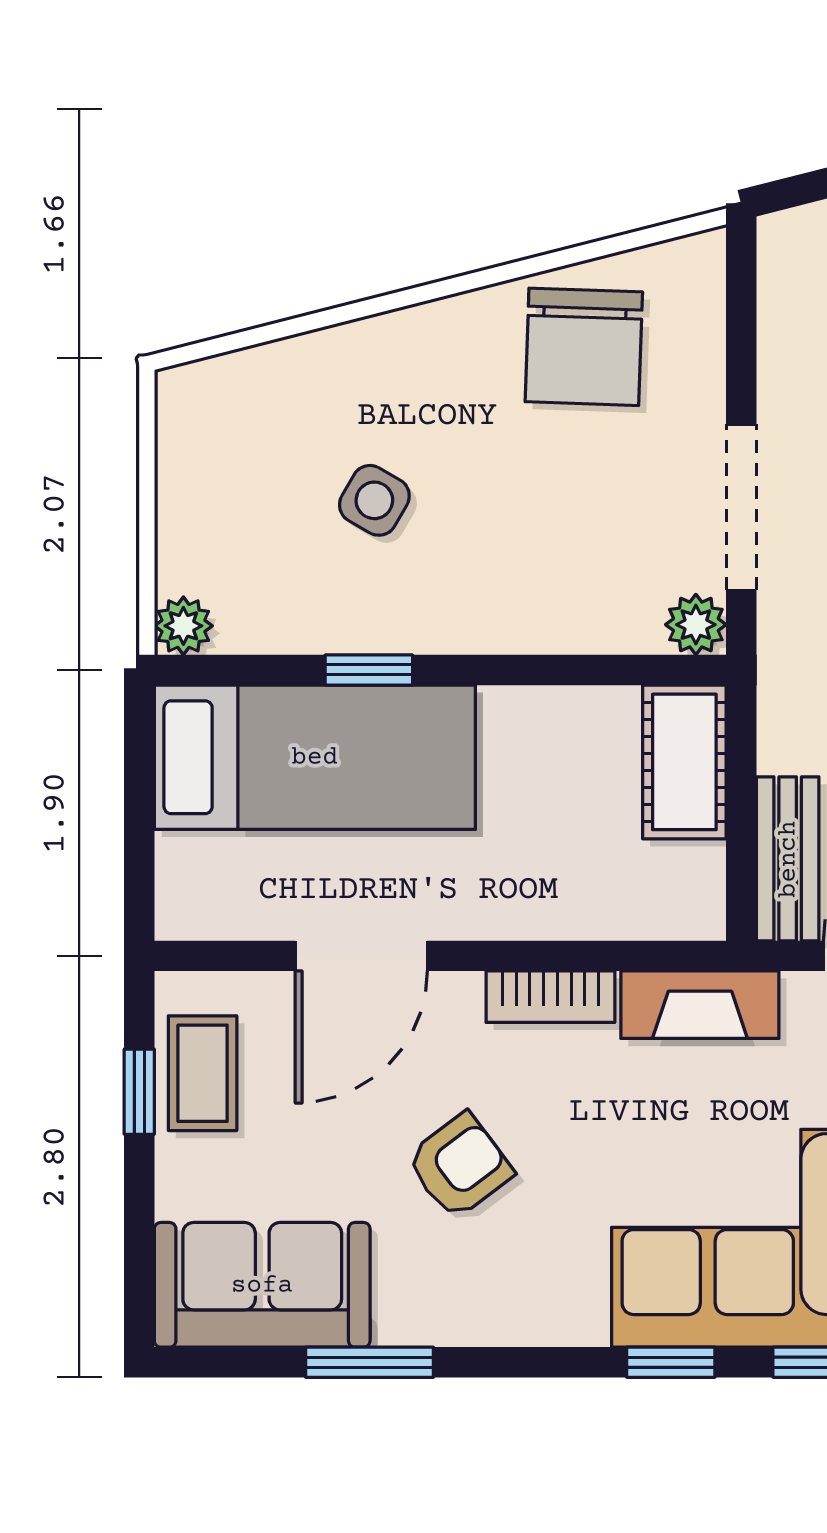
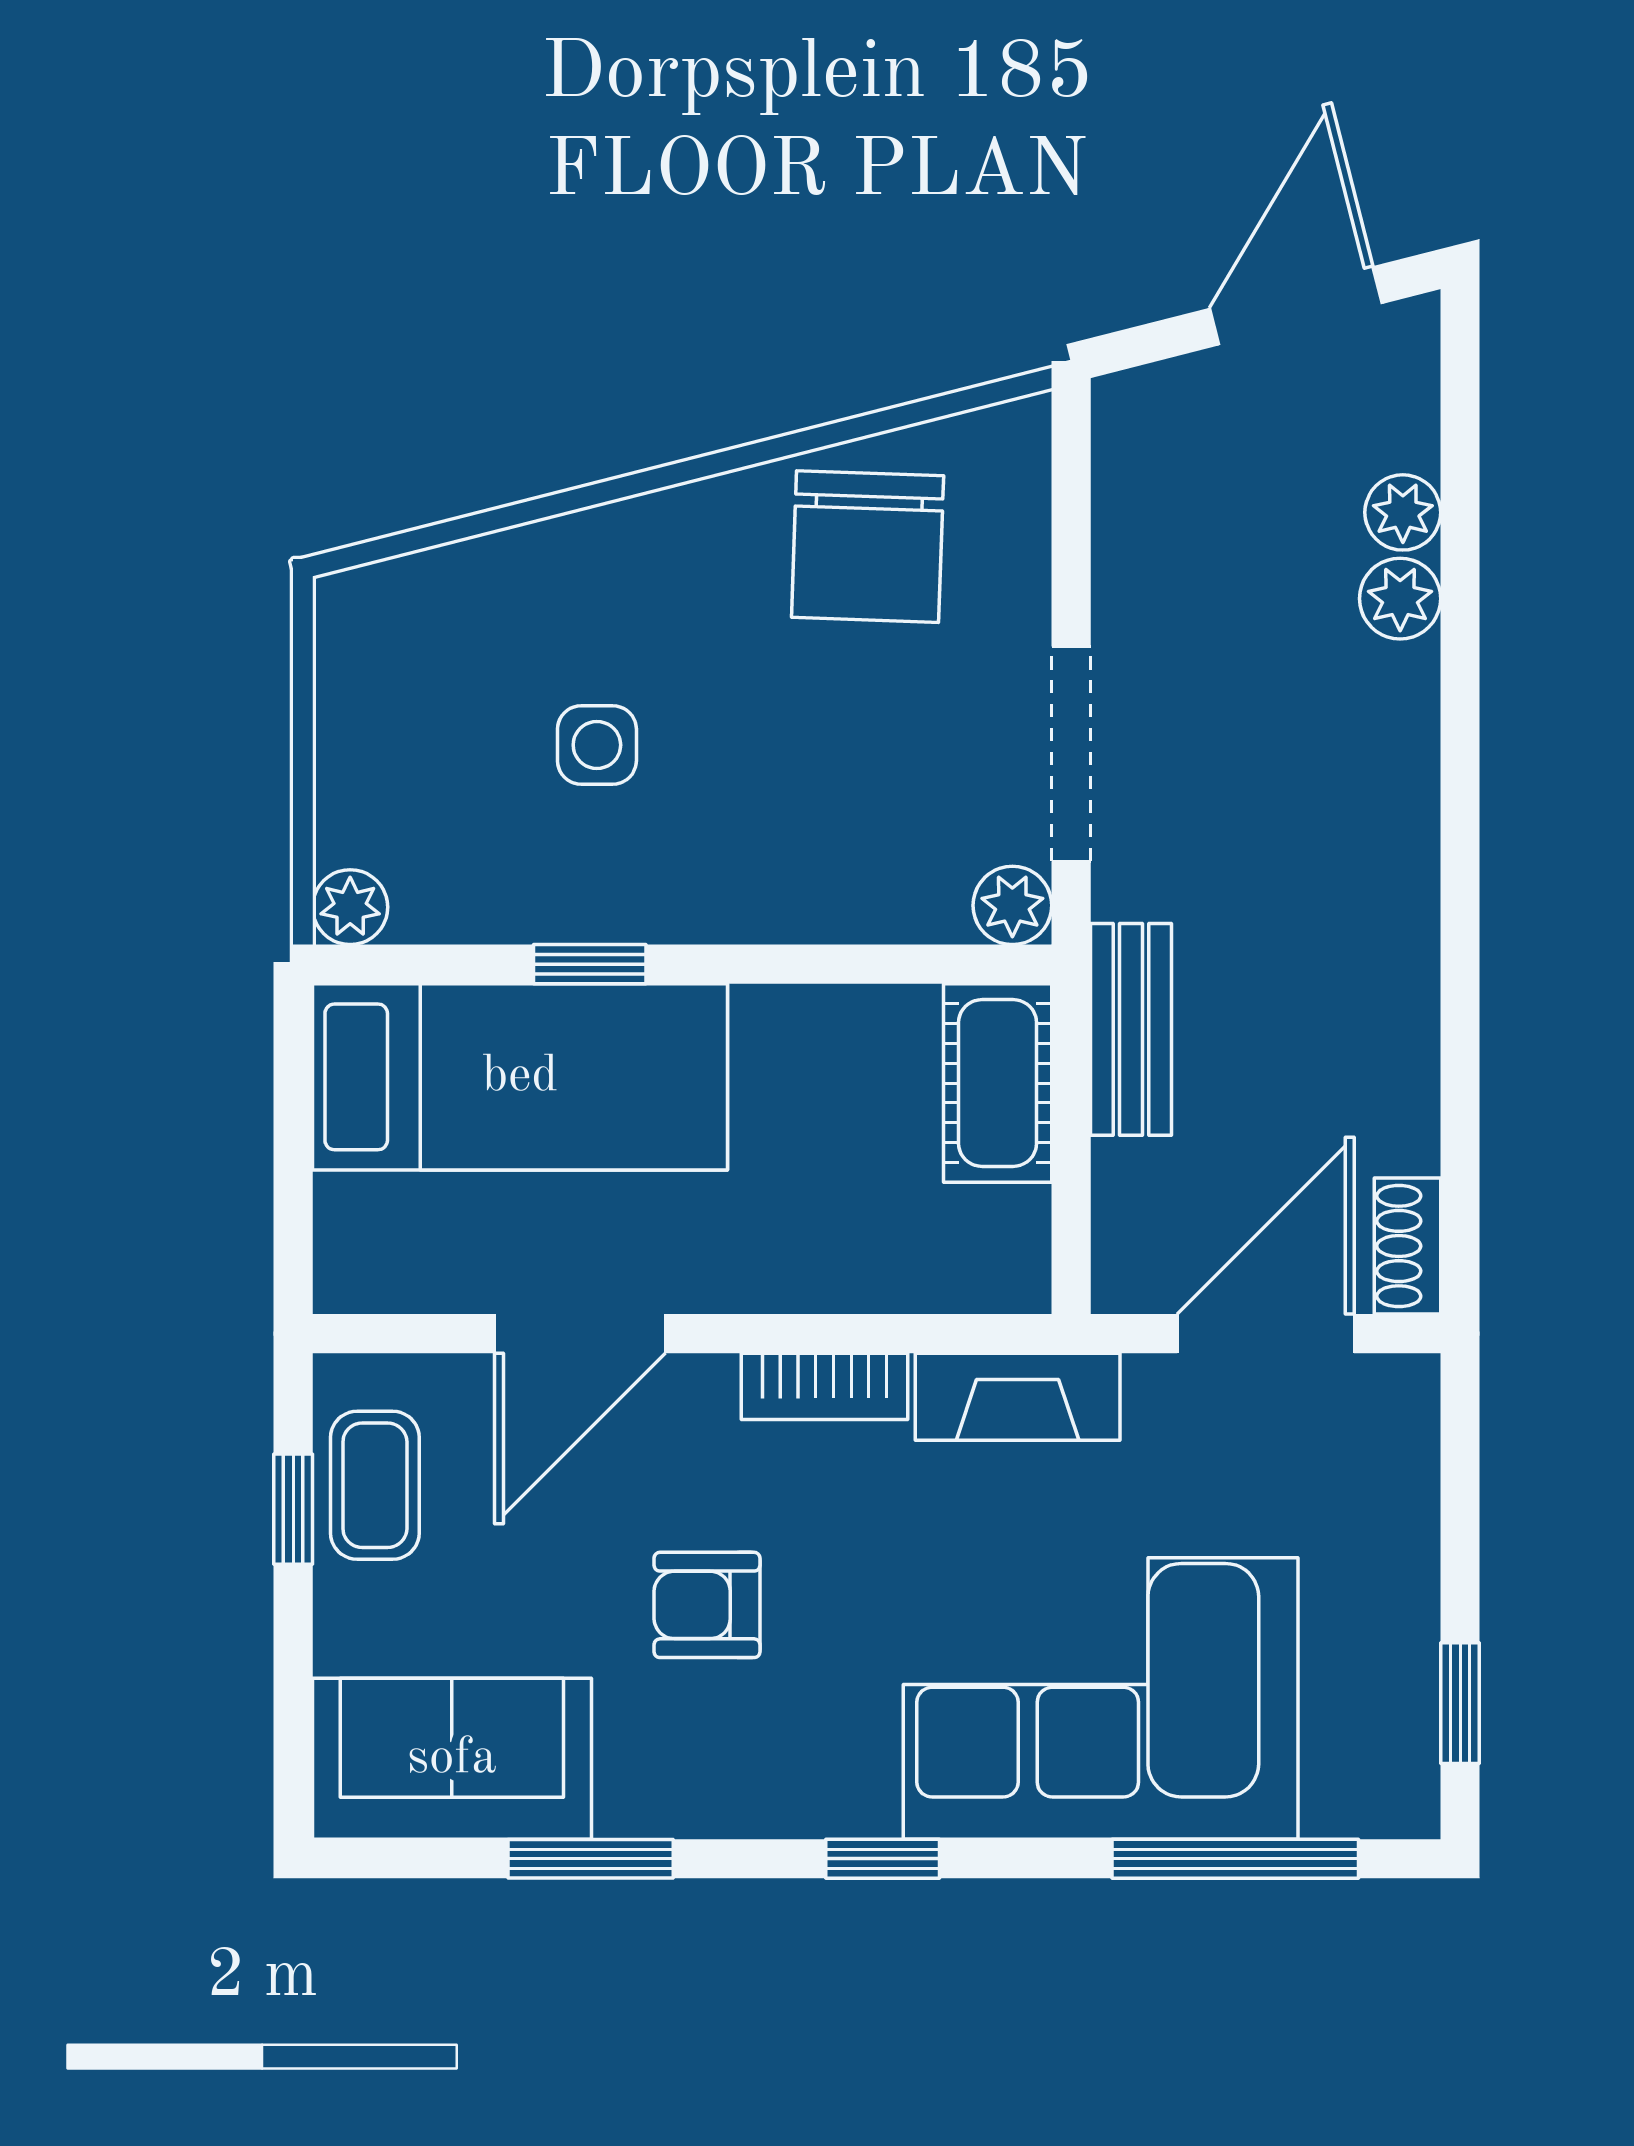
side table: (374, 500) -> (597, 745), turned -30
bench: (788, 859) -> (1131, 1029), moved
armchair: (460, 1166) -> (707, 1605), turned -143
window: (671, 1362) -> (883, 1859), moved

